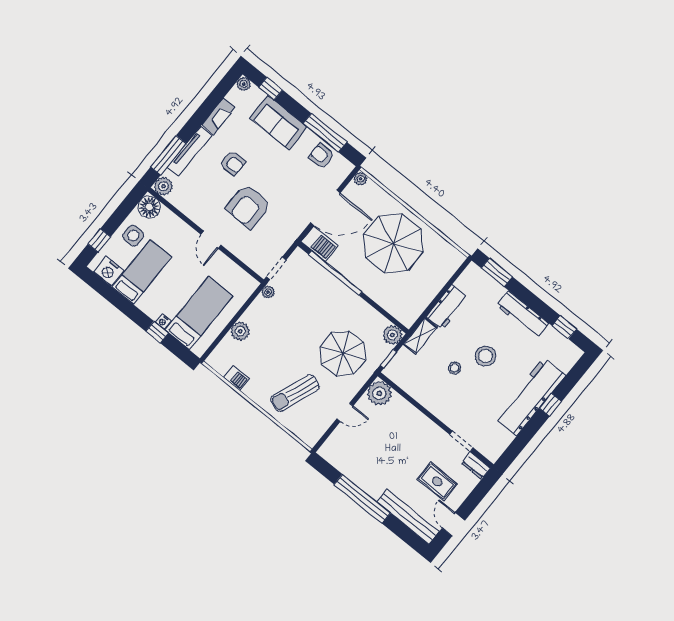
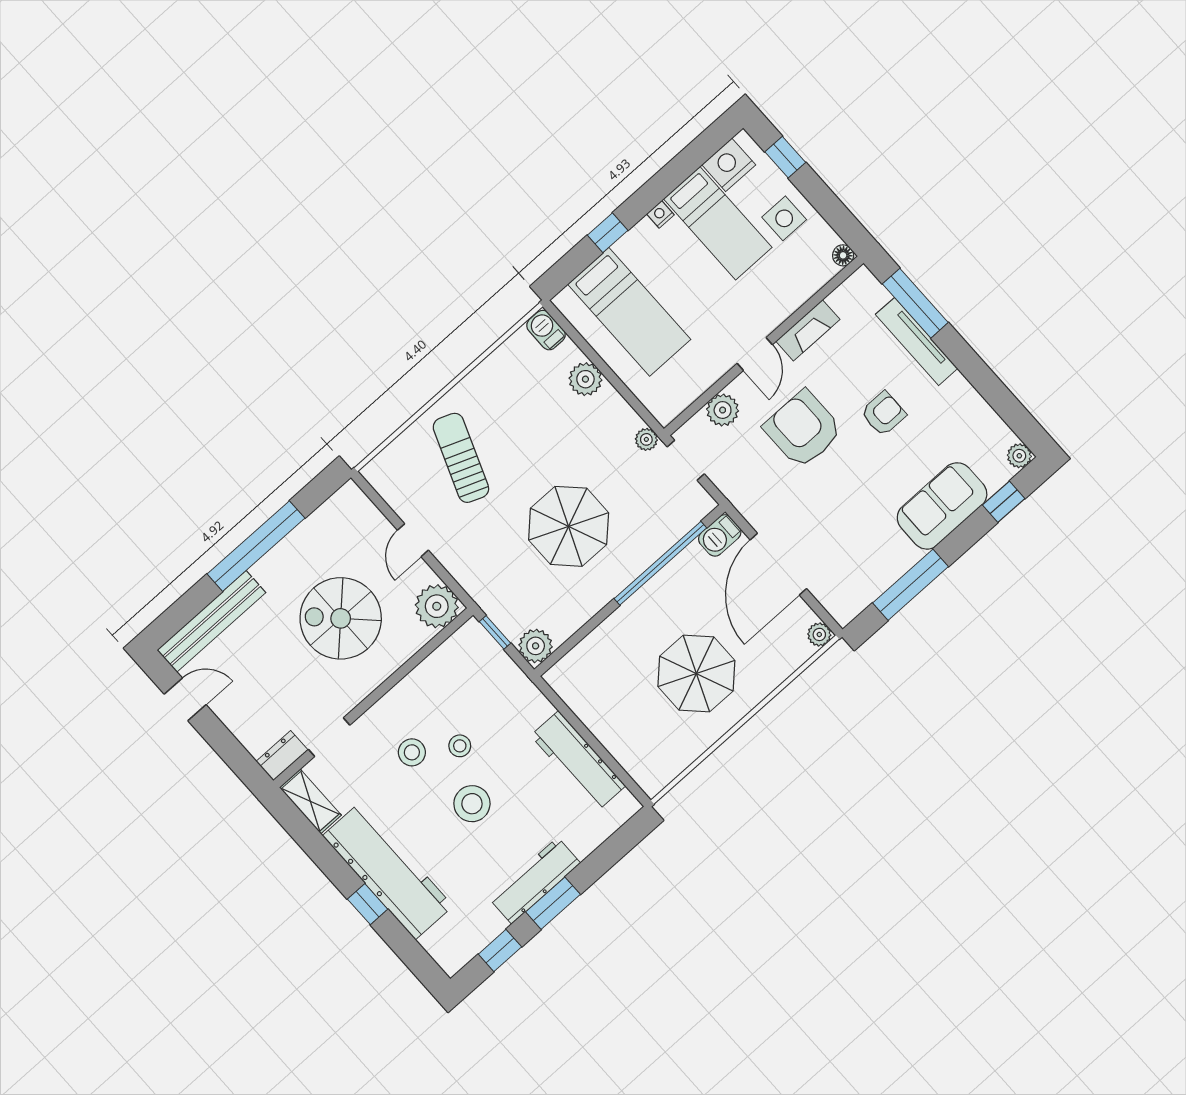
fireplace: (219, 116) -> (808, 330), moved, turned -90
armchair: (321, 156) -> (870, 572), removed
armchair: (233, 163) -> (883, 414), turned 180
plant: (163, 186) -> (723, 410), moved
floor lamp: (149, 207) -> (843, 255), width x0.53, depth x0.53
door: (211, 240) -> (755, 354), swing flipped
parasol: (393, 243) -> (696, 674), width x0.73, depth x0.73
barbecue: (319, 244) -> (720, 535), width x0.73, depth x0.79
window: (497, 272) -> (553, 903), moved
workbench: (447, 307) -> (578, 761), width x1.38
nightstand: (163, 321) -> (660, 214), moved
shelving: (420, 336) -> (310, 801), moved
parasol: (343, 353) -> (569, 526), moved
barbecue: (236, 378) -> (546, 330), moved, turned 90
stool: (462, 394) -> (412, 752), added
spiral stairs: (395, 445) -> (341, 618), added
rug: (437, 481) -> (265, 683), removed

